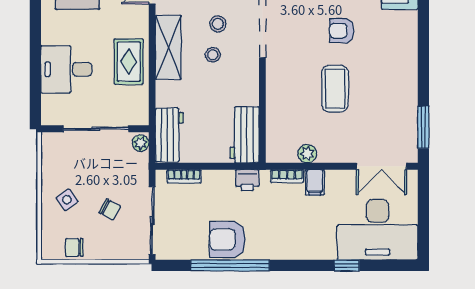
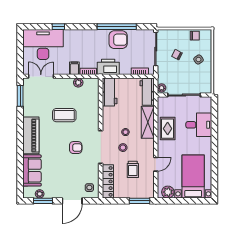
armchair: (342, 31) -> (76, 148), moved
shelving: (168, 47) -> (148, 122), moved
piano: (402, 48) -> (31, 135), added
coffee table: (335, 89) -> (64, 115), turned 90
printer: (247, 180) -> (108, 67), width x1.87, depth x1.48

